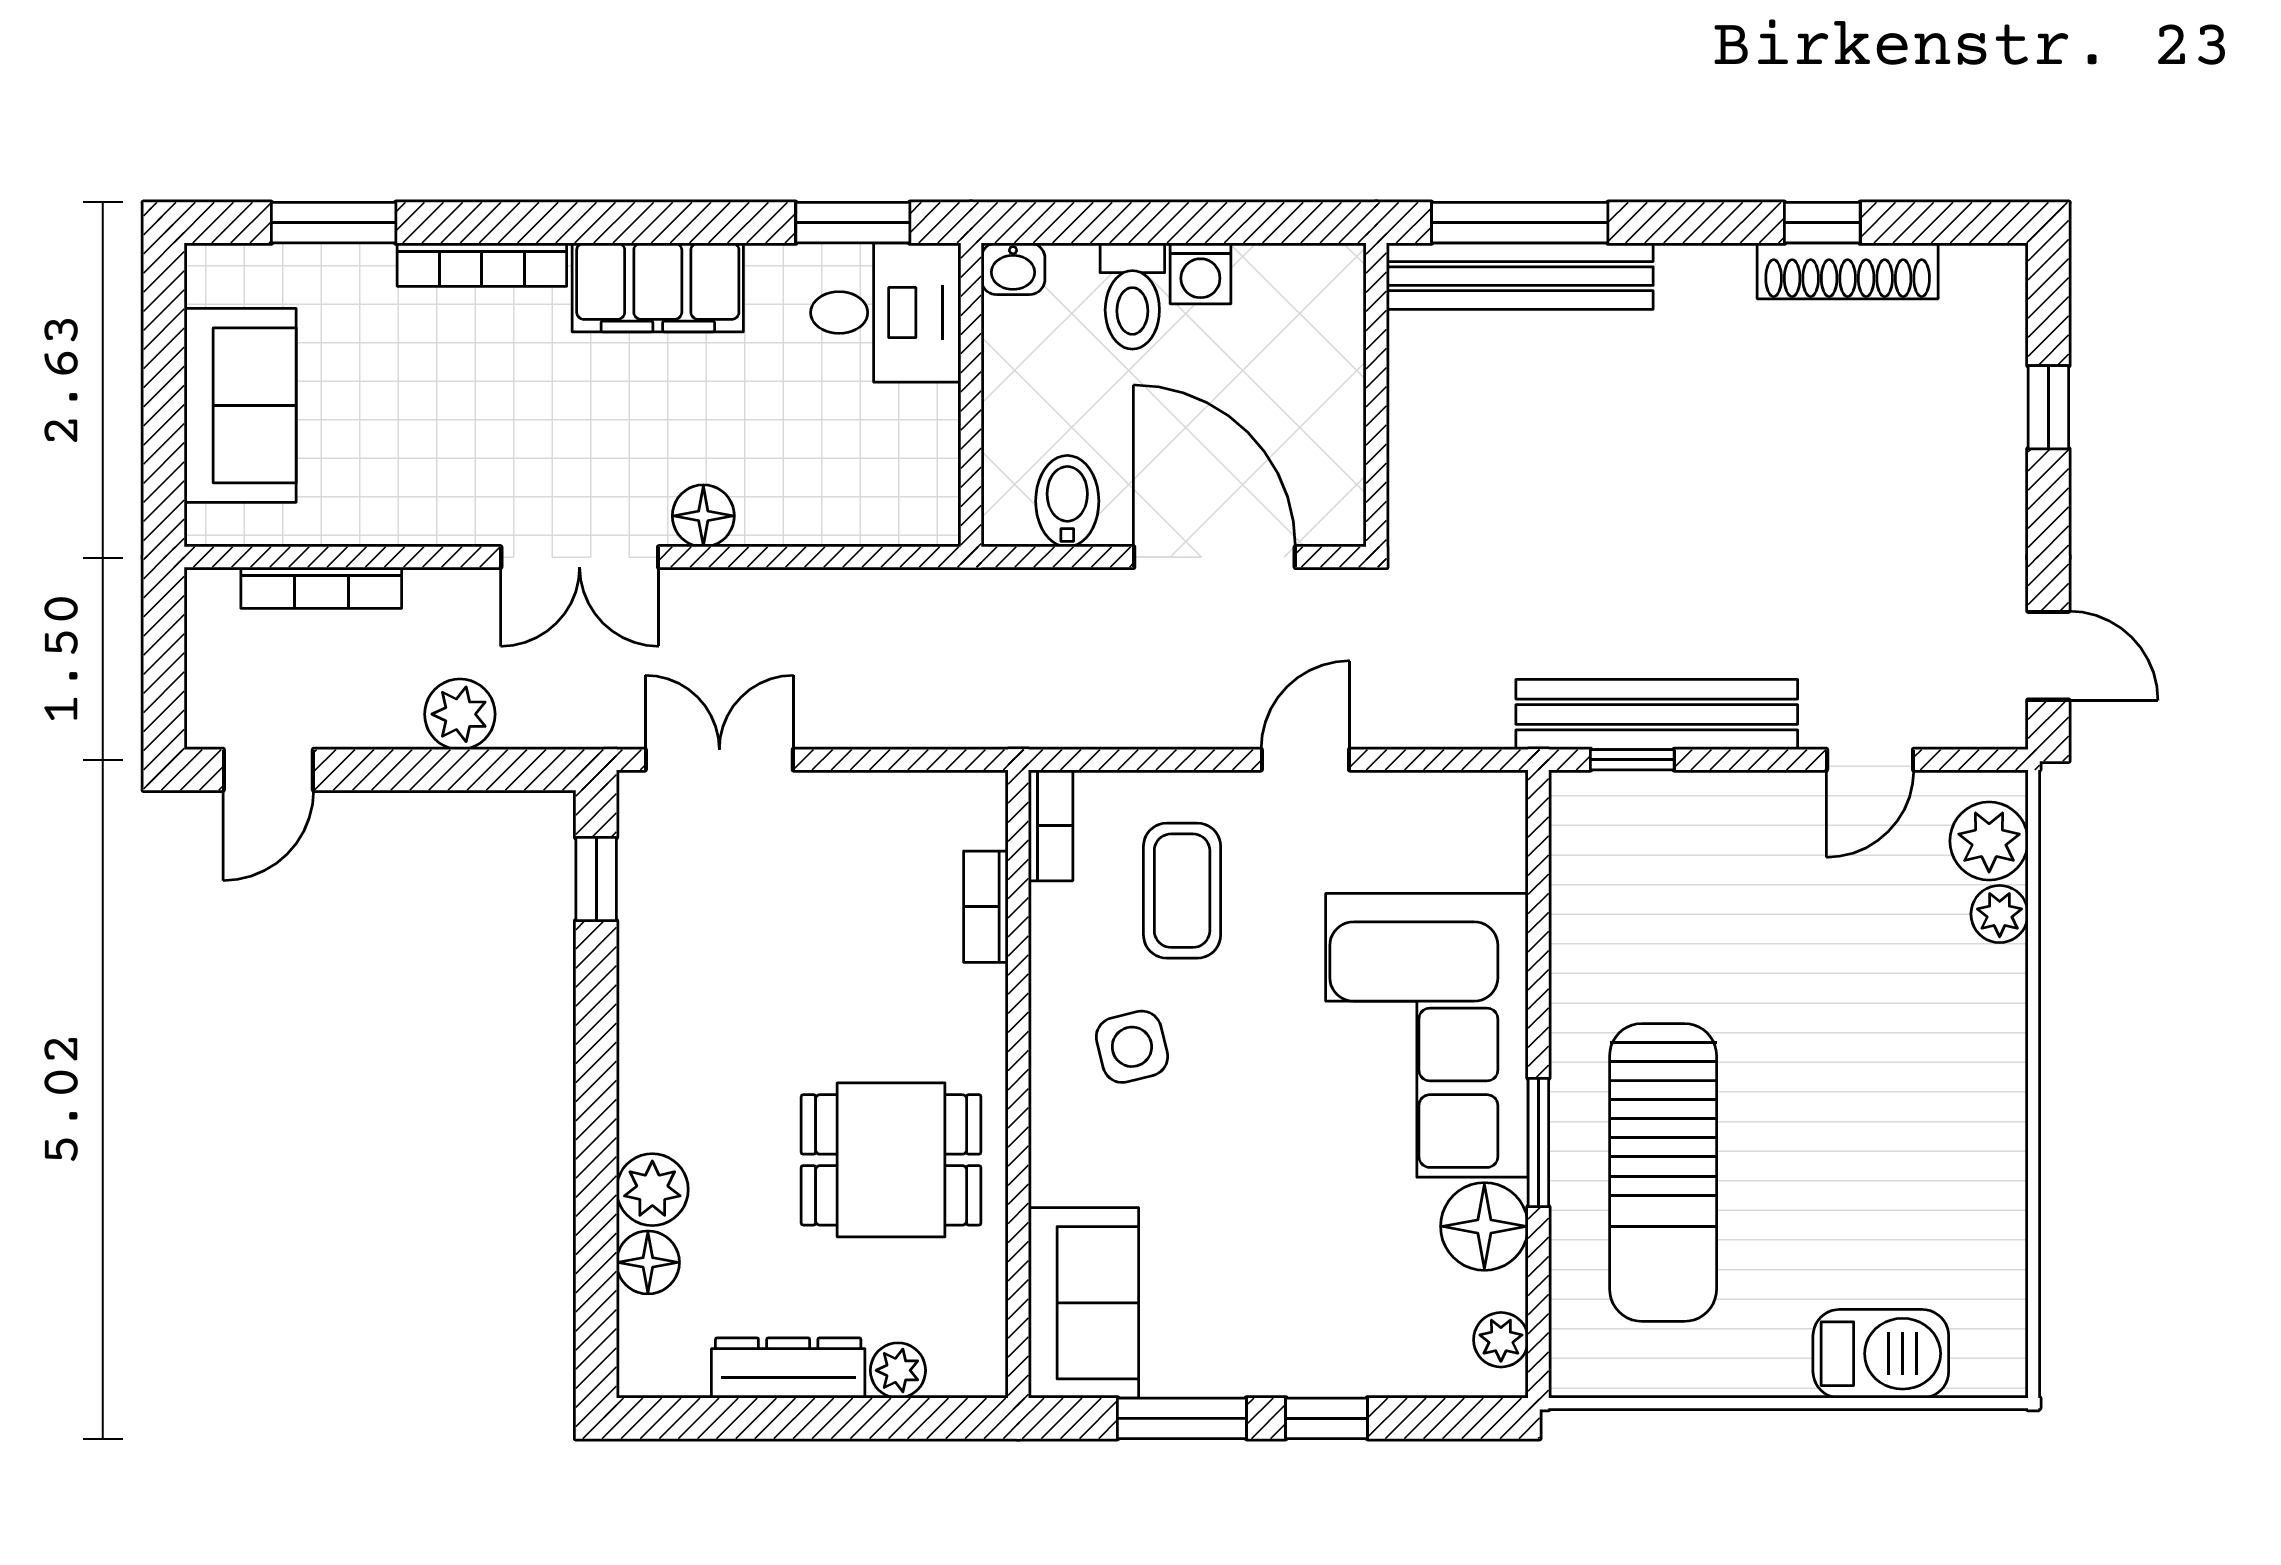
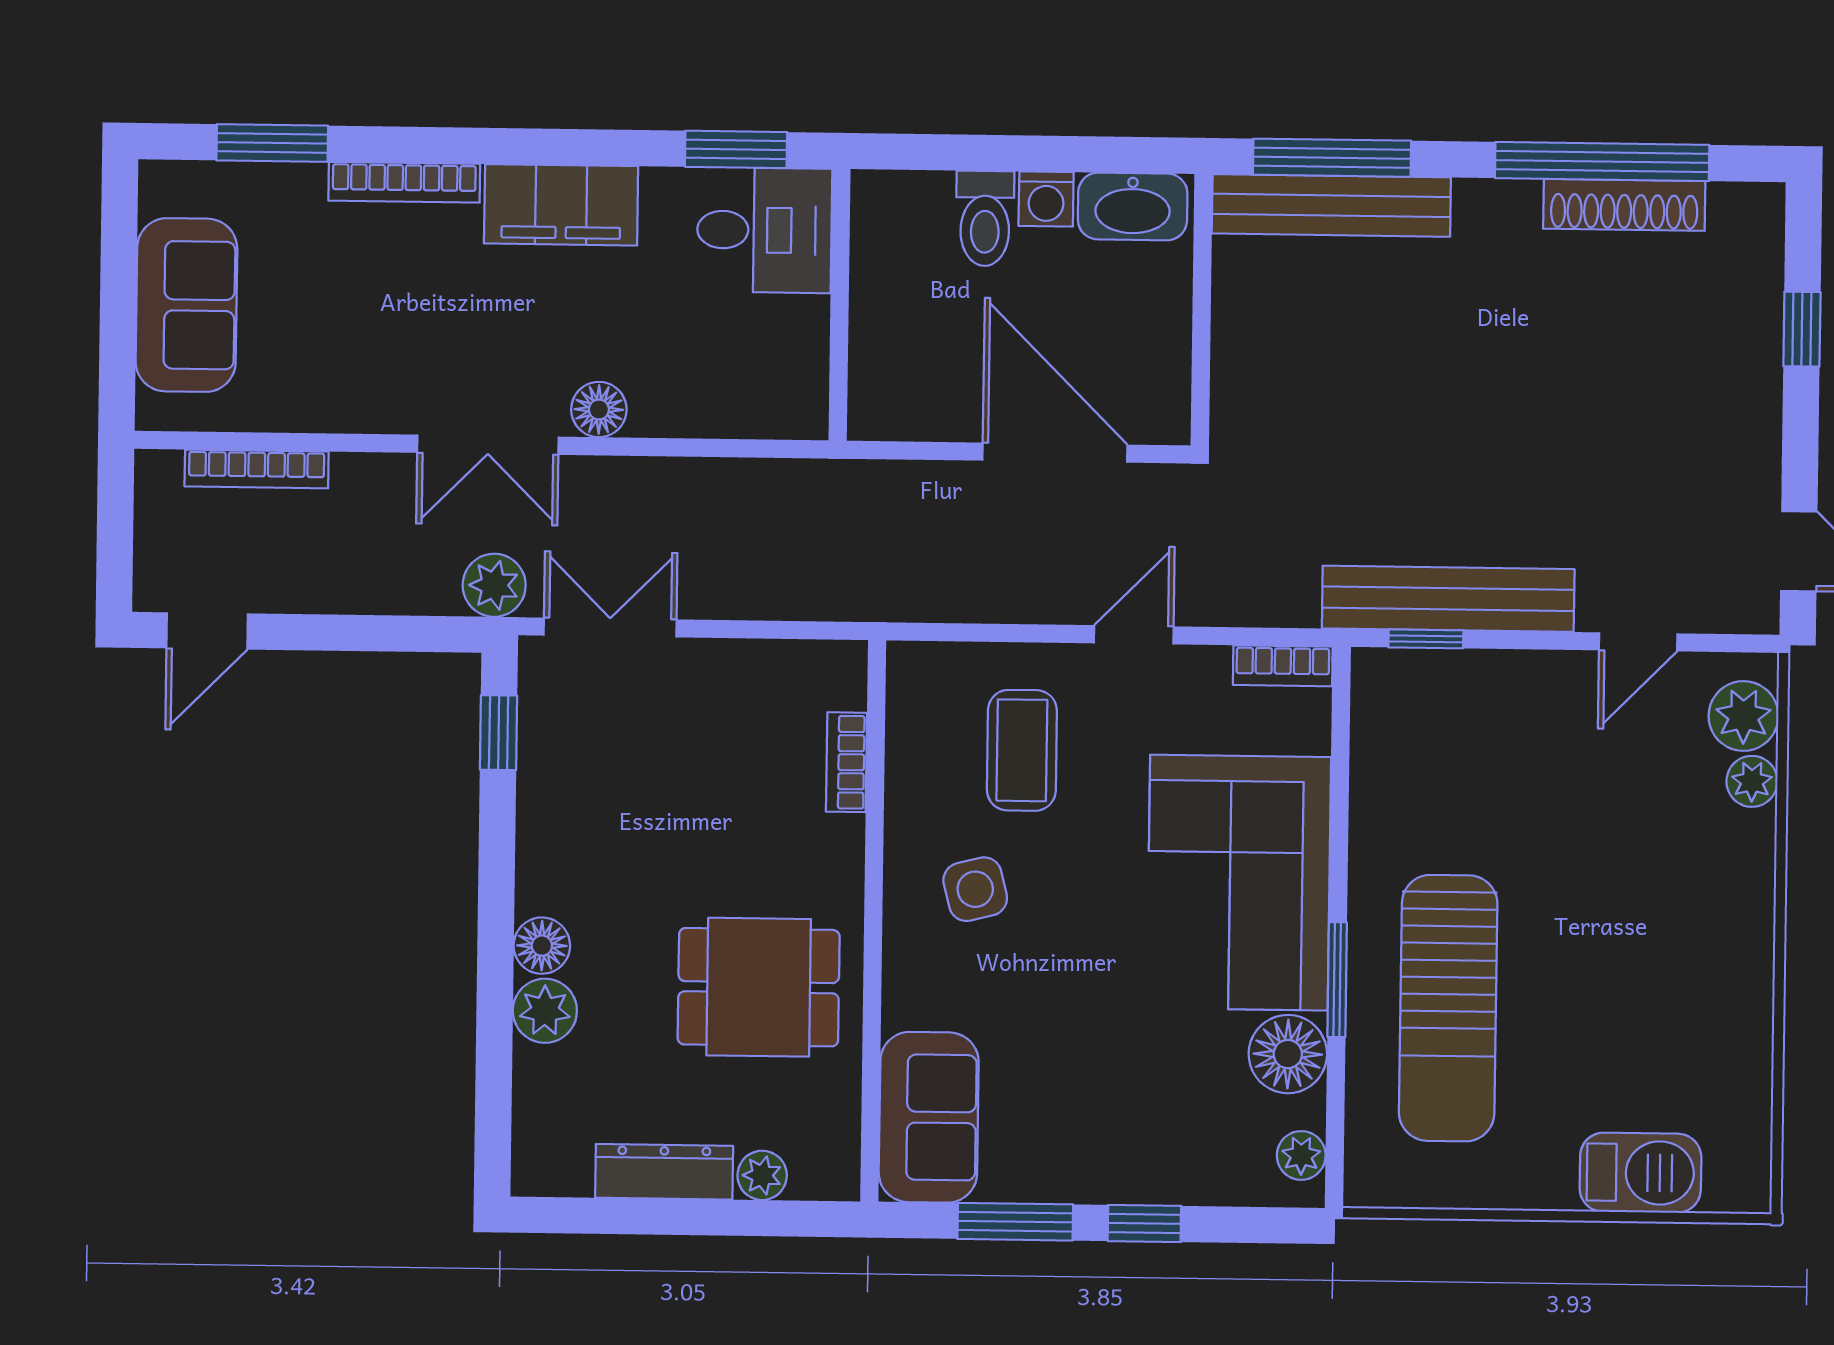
window: (1822, 223) -> (1602, 161), width x3.17
washbasin: (1013, 269) -> (1133, 206), moved, width x1.91, depth x1.45
bidet: (1067, 501) -> (924, 401), removed
plant: (460, 714) -> (494, 585), moved
bookcase: (1051, 825) -> (1283, 666), moved, turned 90
floor lamp: (648, 1262) -> (542, 946), moved

